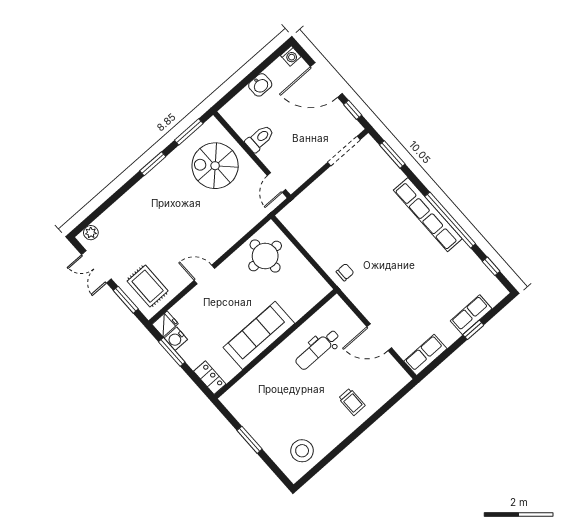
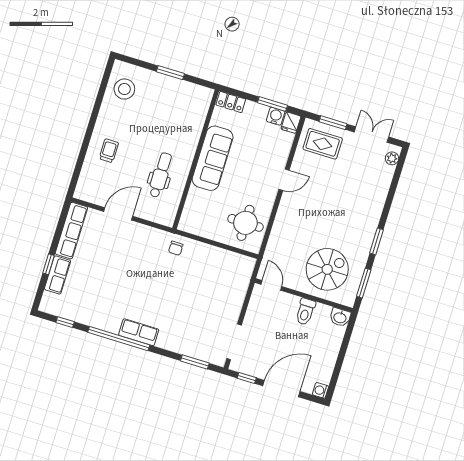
washbasin: (260, 85) -> (340, 317), moved, turned -90
row of seats: (428, 215) -> (139, 332), width x0.50
row of seats: (425, 355) -> (71, 231), width x1.48
trolley: (352, 402) -> (109, 151), turned 90

